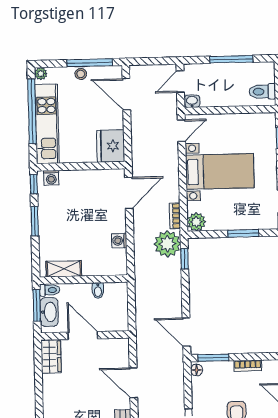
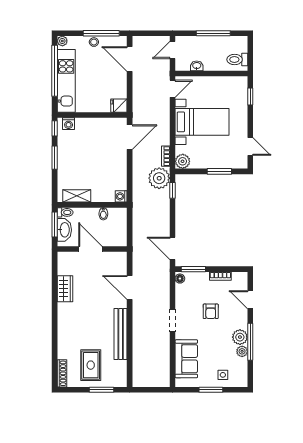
washbasin: (192, 101) -> (197, 66), moved
fridge: (111, 146) -> (119, 106), width x0.53, depth x0.75
washing machine: (119, 241) -> (121, 196), moved
wardrobe: (51, 356) -> (65, 289), moved

